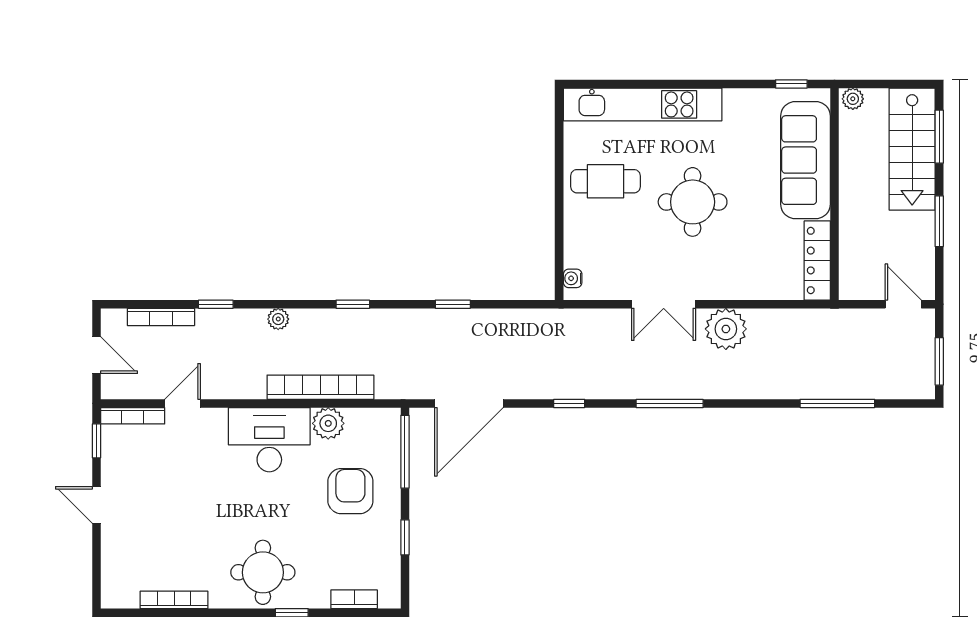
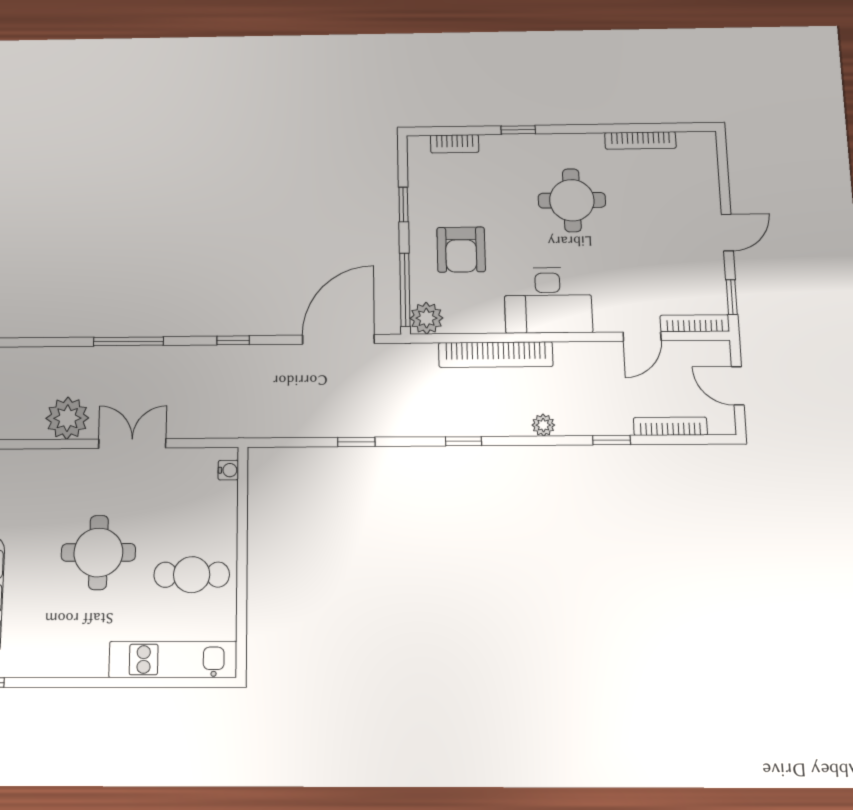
kitchen unit: (643, 104) -> (173, 659), width x0.73
plant: (328, 423) -> (426, 318), moved
door: (96, 505) -> (727, 233), hinge flipped
round table: (263, 572) -> (572, 200), moved

